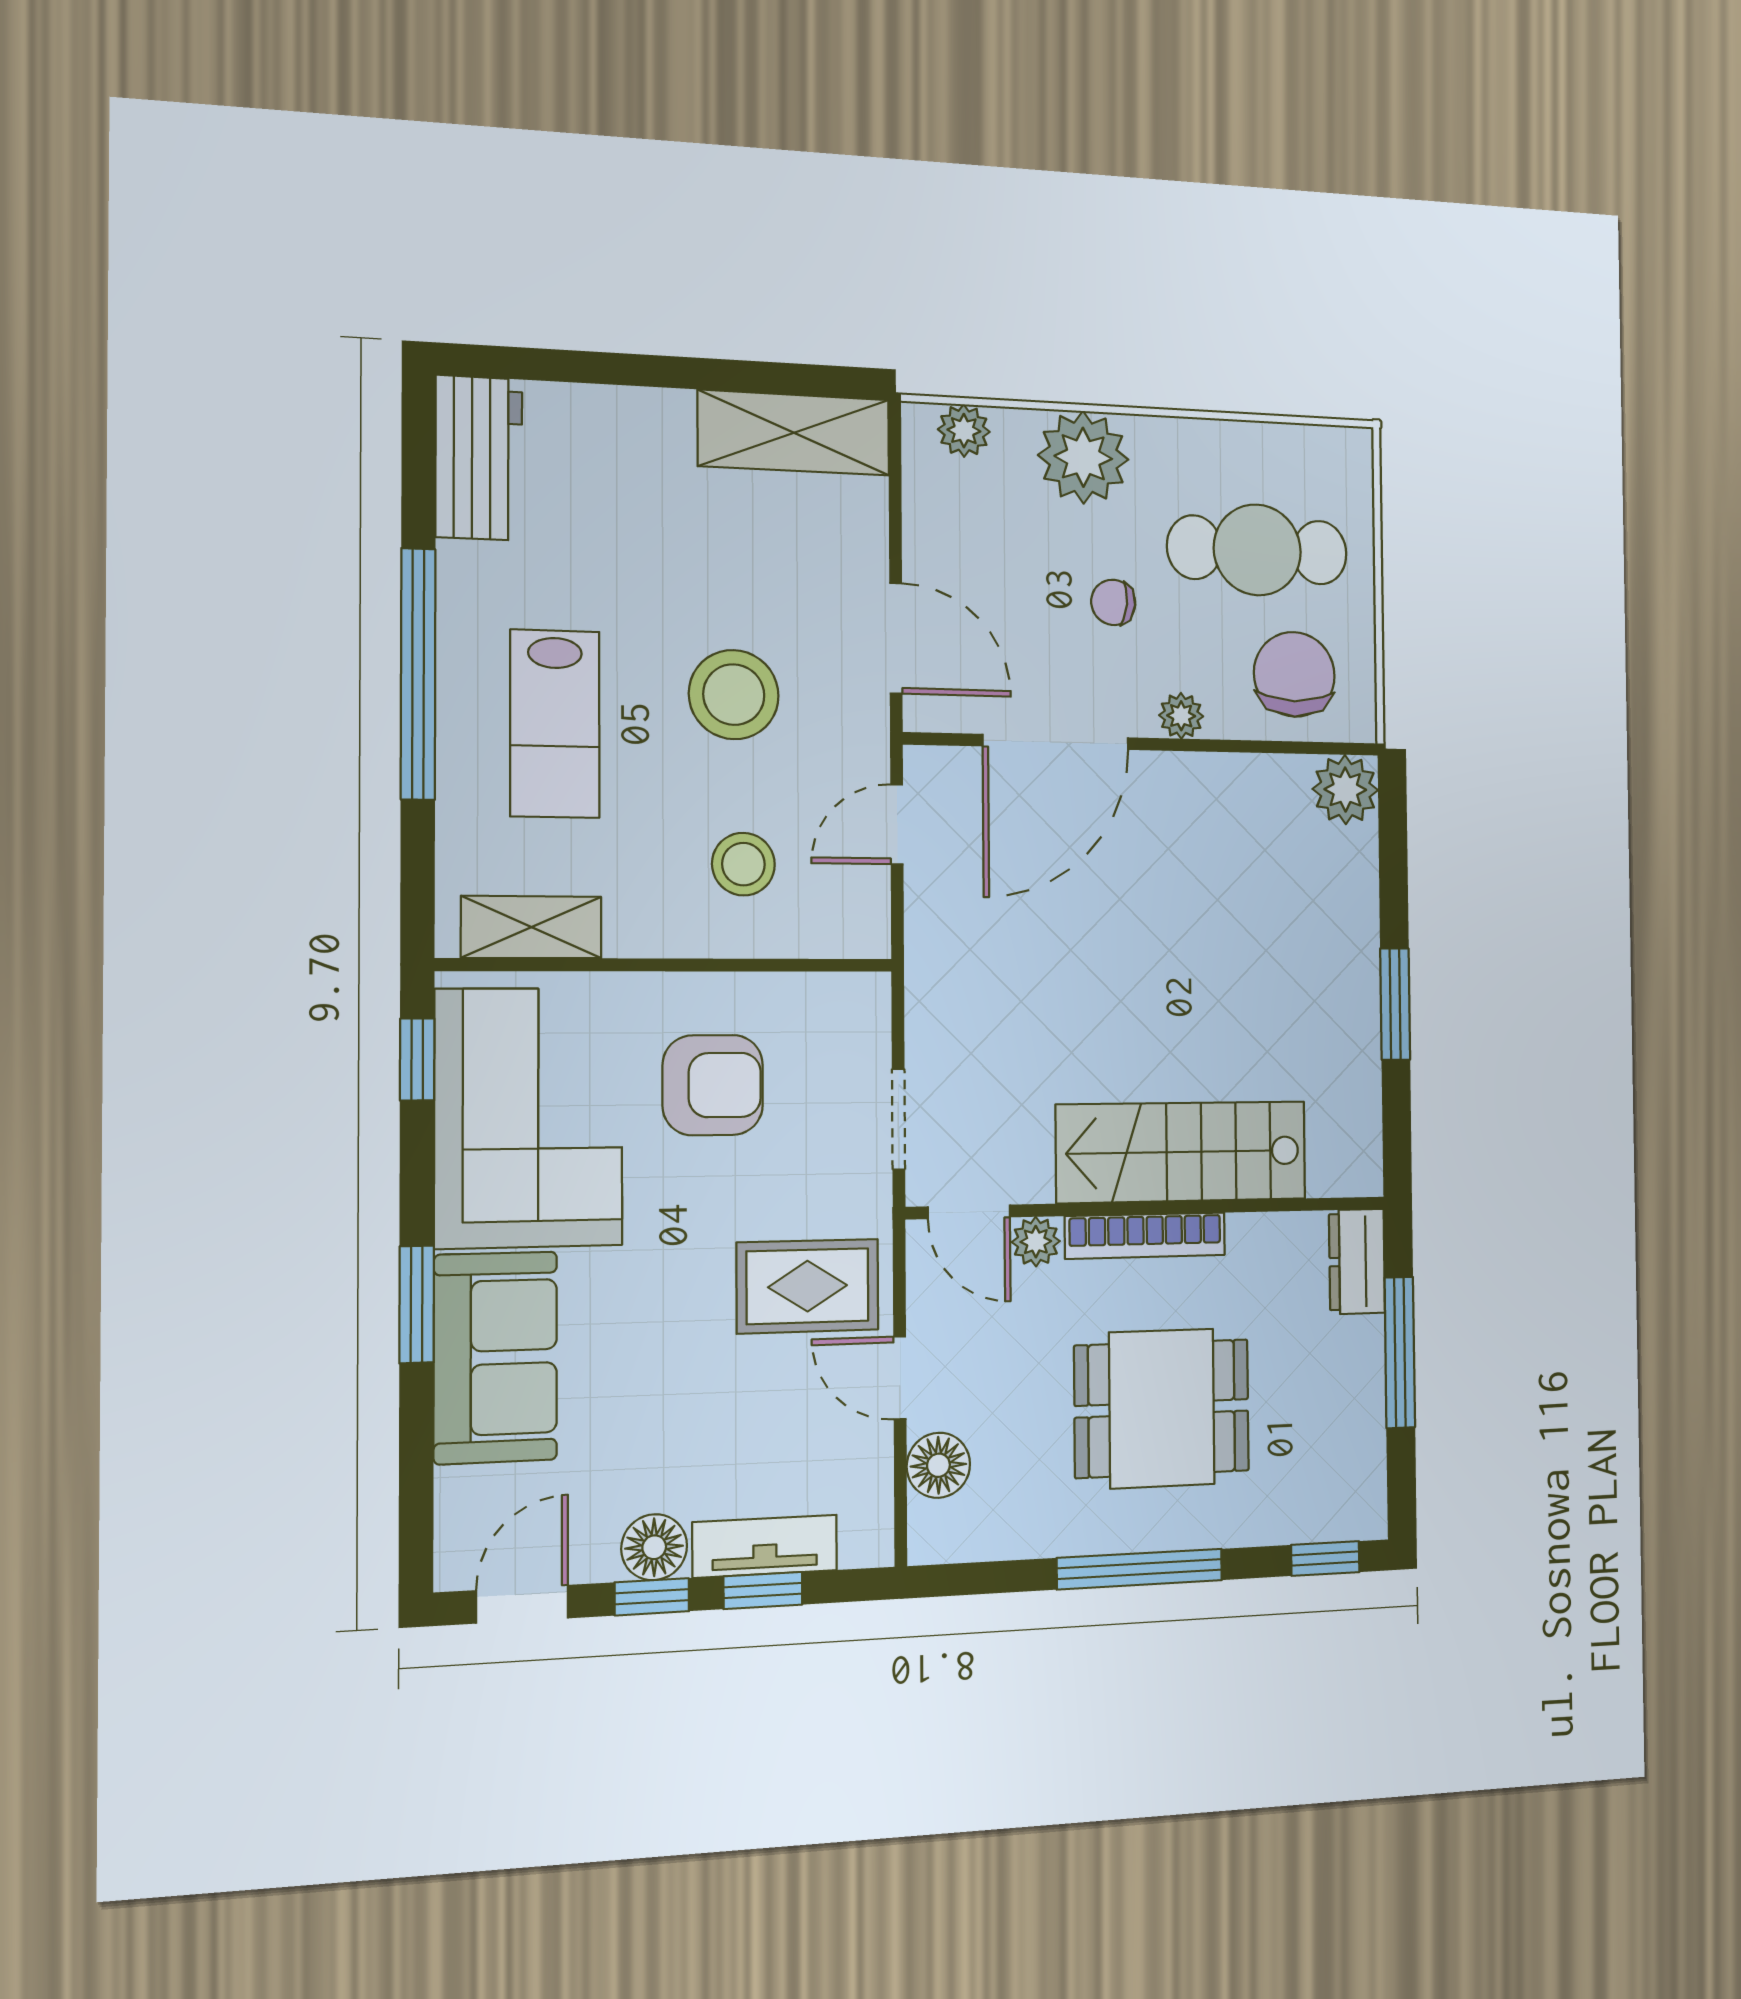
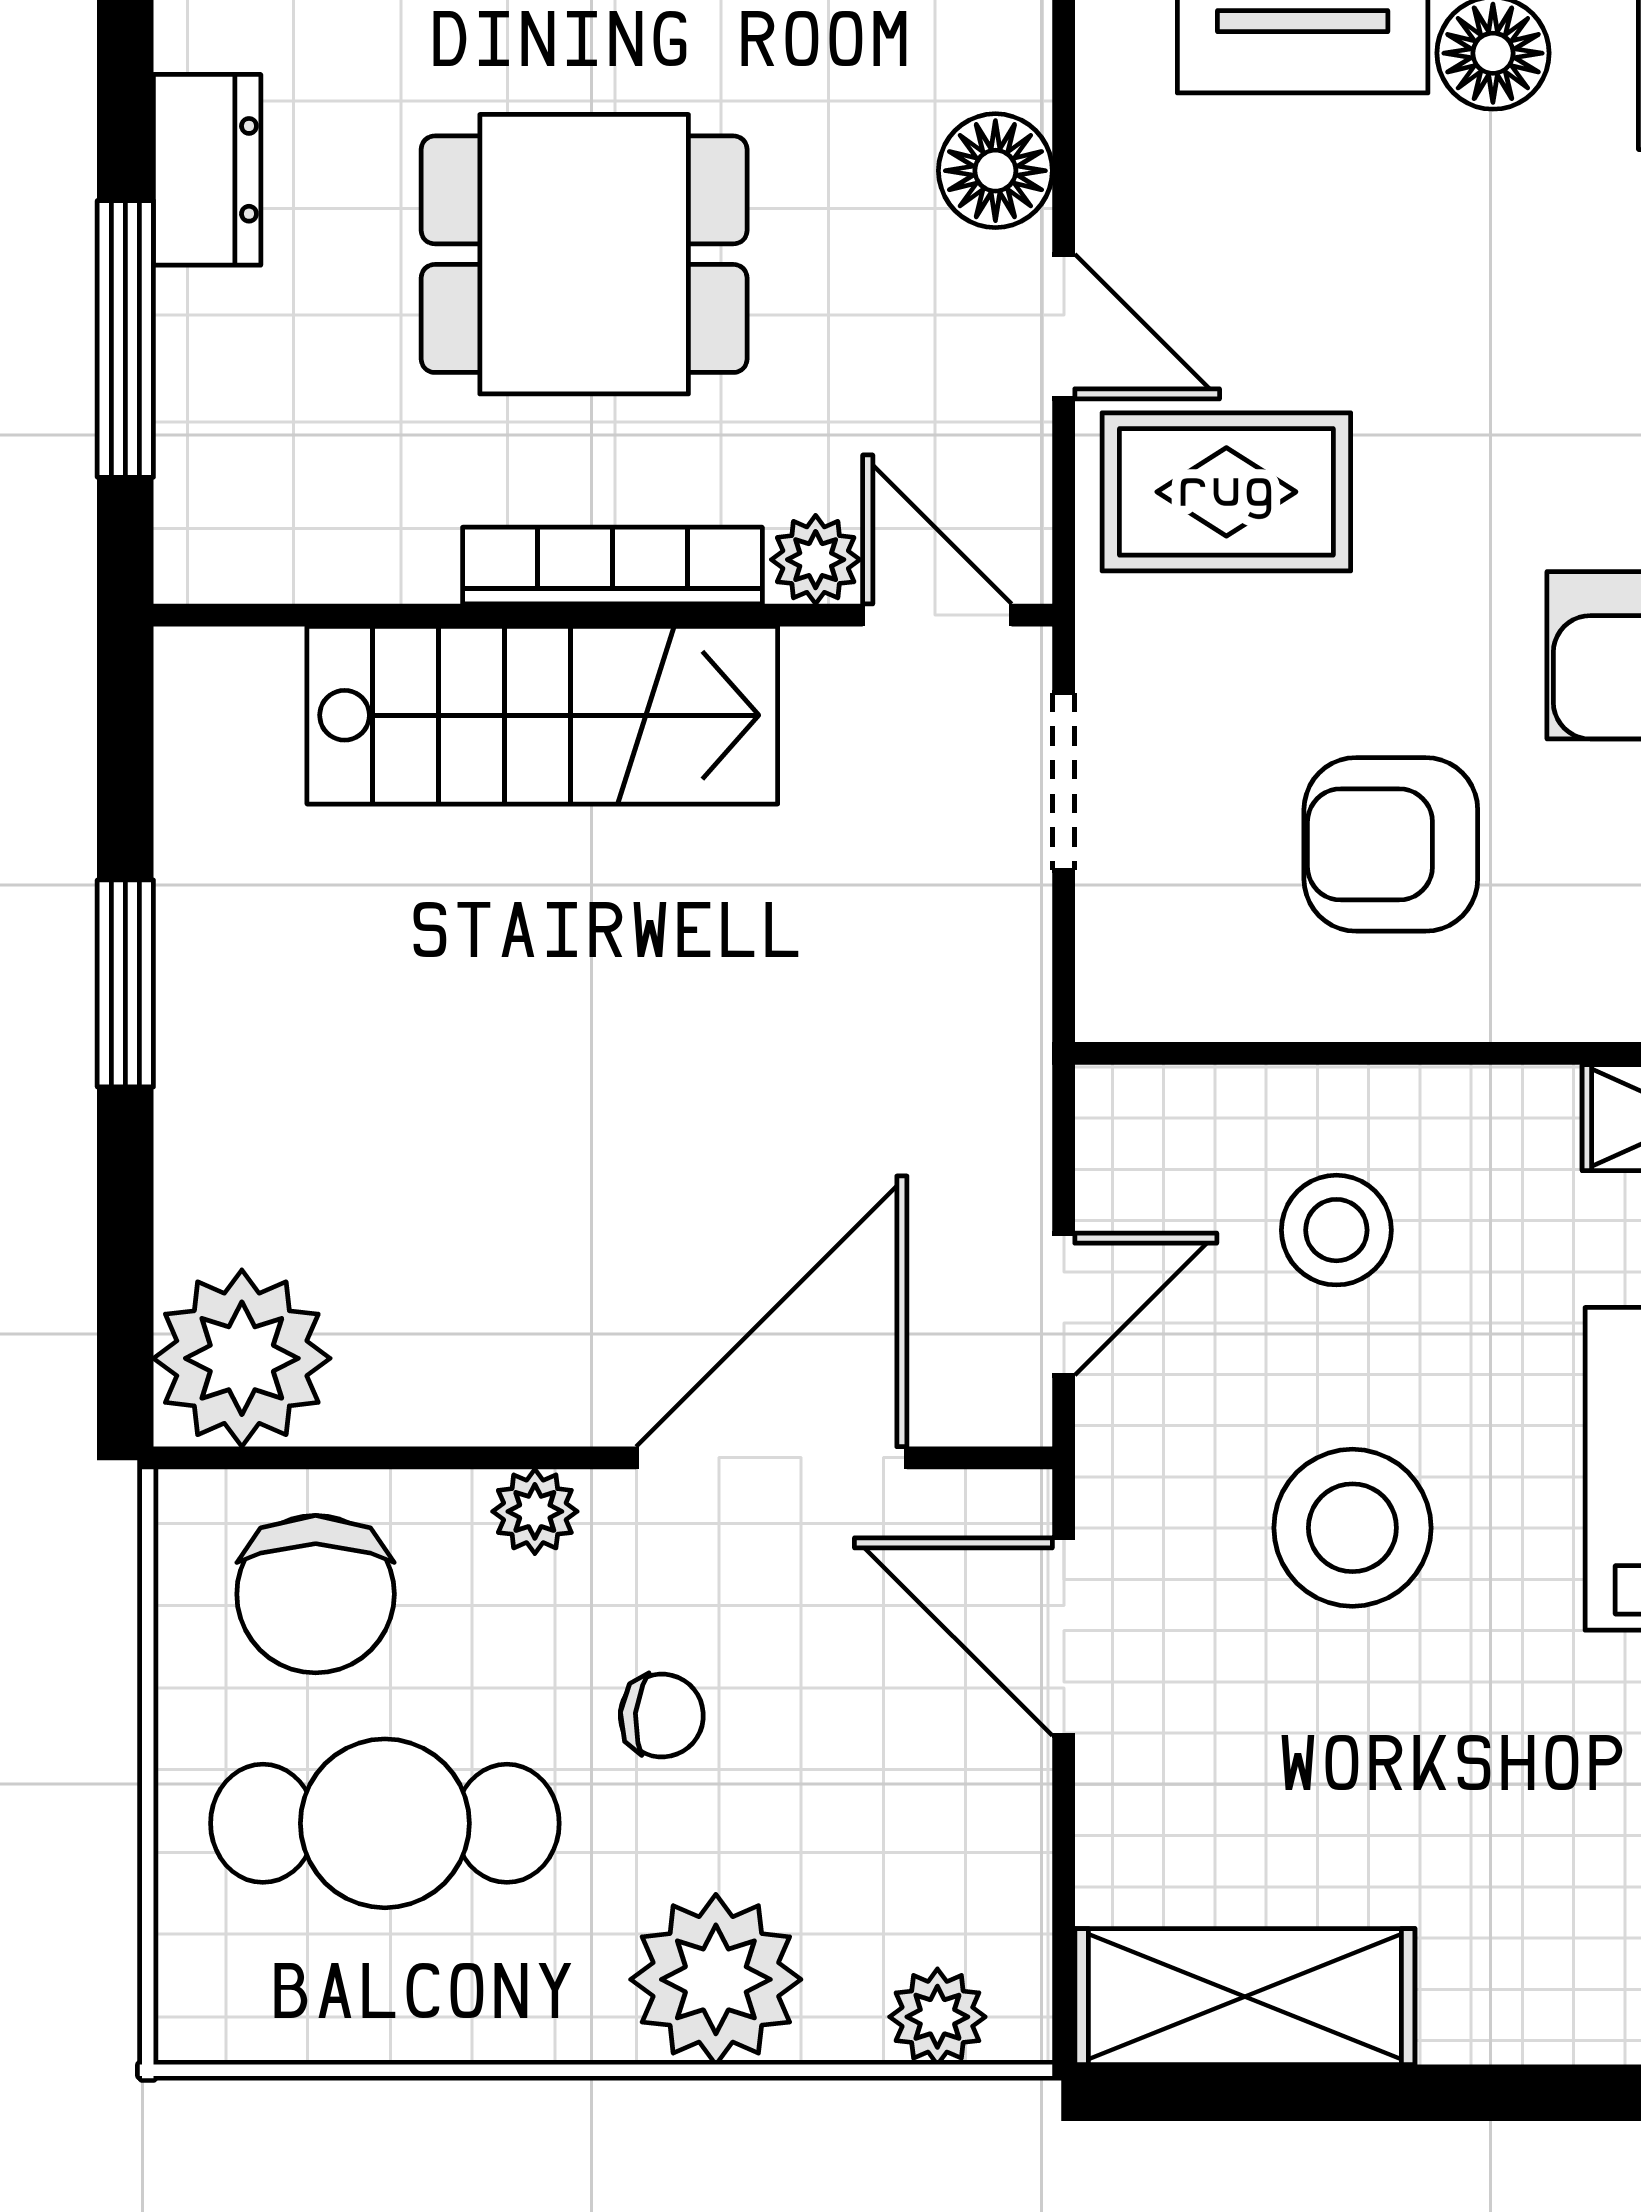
plant: (1345, 790) -> (242, 1358), width x1.36, depth x1.36
dresser: (1357, 1261) -> (207, 170), moved

